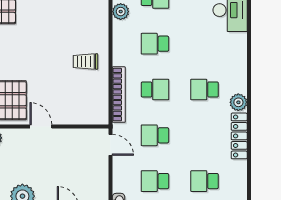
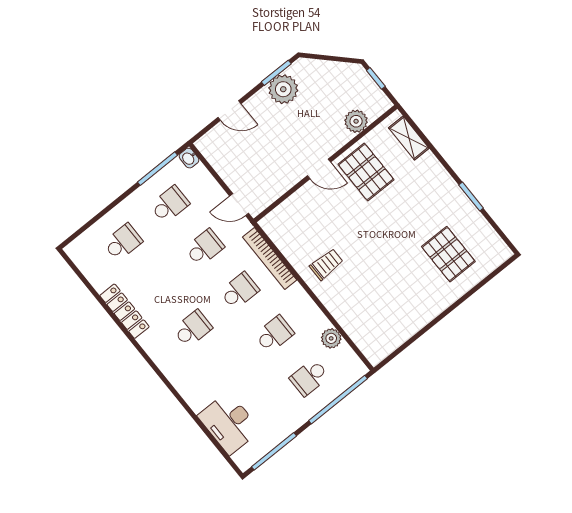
school desk: (155, 89) -> (239, 291), turned 180
plant: (238, 102) -> (151, 342), removed

